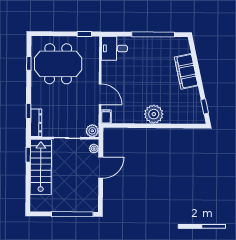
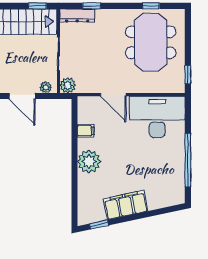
desk: (114, 48) -> (157, 117), width x1.87, depth x1.30
filing cabinet: (186, 71) -> (126, 205), moved
door: (100, 94) -> (113, 95), hinge flipped
filing cabinet: (106, 116) -> (86, 131), moved

